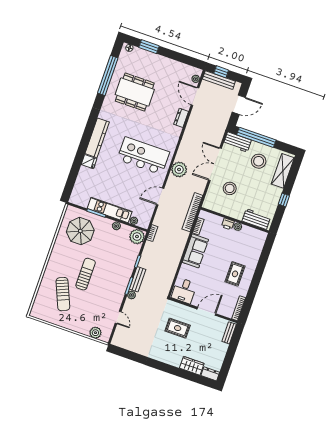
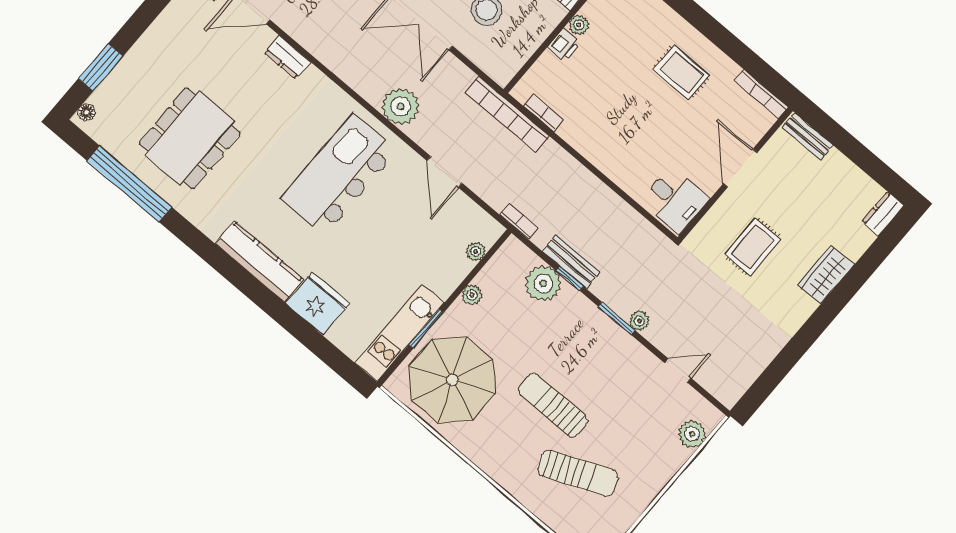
fridge: (89, 162) -> (317, 304), width x1.88, depth x1.34
kitchen unit: (110, 210) -> (400, 333), moved
parasol: (80, 231) -> (452, 380), width x1.36, depth x1.36
plant: (137, 237) -> (543, 283), moved
sofa: (195, 251) -> (596, 140), removed
bench: (138, 279) -> (571, 261), moved
wardrobe: (192, 366) -> (826, 275), moved

